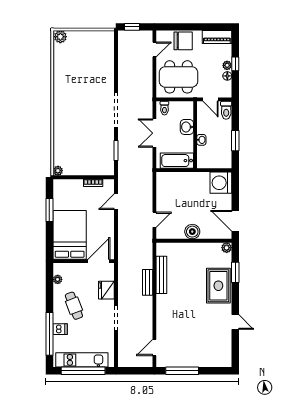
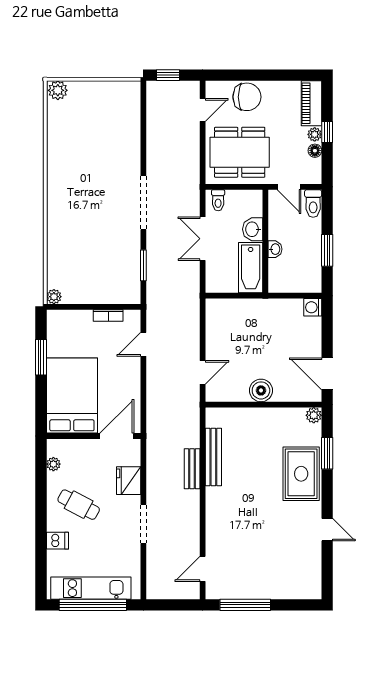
piano: (217, 37) -> (311, 103), moved, turned 90
bathtub: (177, 161) -> (251, 268), moved, turned -90
washing machine: (221, 183) -> (313, 307), width x0.53, depth x0.53
cafe table: (74, 306) -> (79, 505), turned -41
window: (49, 334) -> (41, 548), removed

